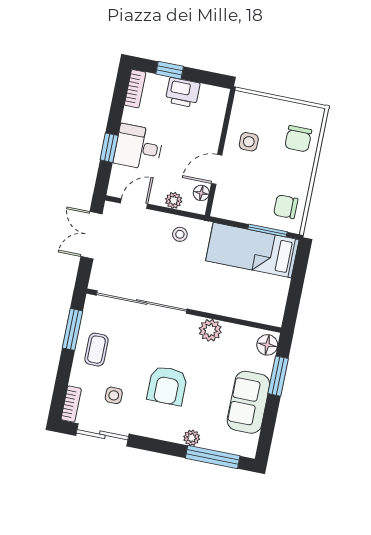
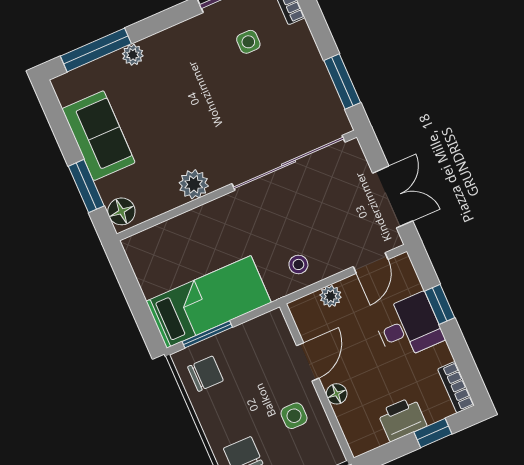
floor lamp: (201, 193) -> (337, 394), moved
coffee table: (96, 350) -> (301, 78), removed
armchair: (167, 386) -> (198, 92), removed

